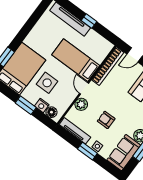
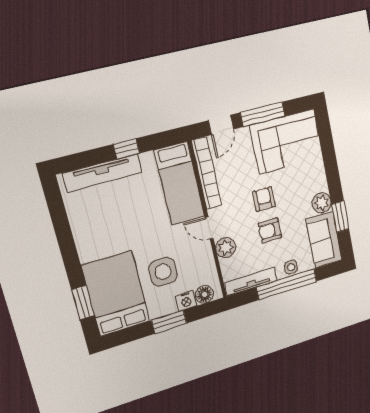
bed: (76, 60) -> (180, 183), moved, turned -90
armchair: (118, 104) -> (264, 199), added
window: (87, 151) -> (287, 284), width x2.11

